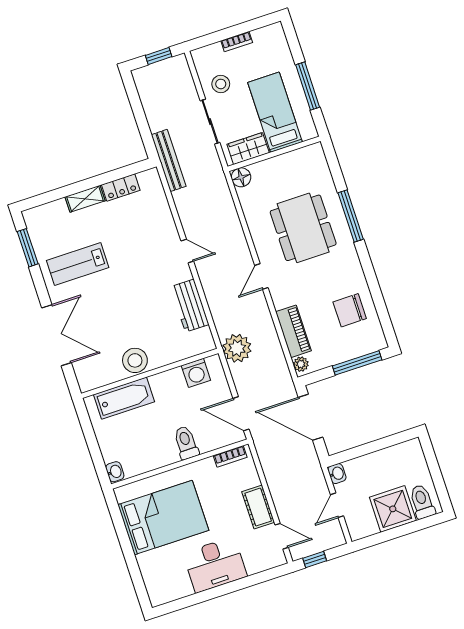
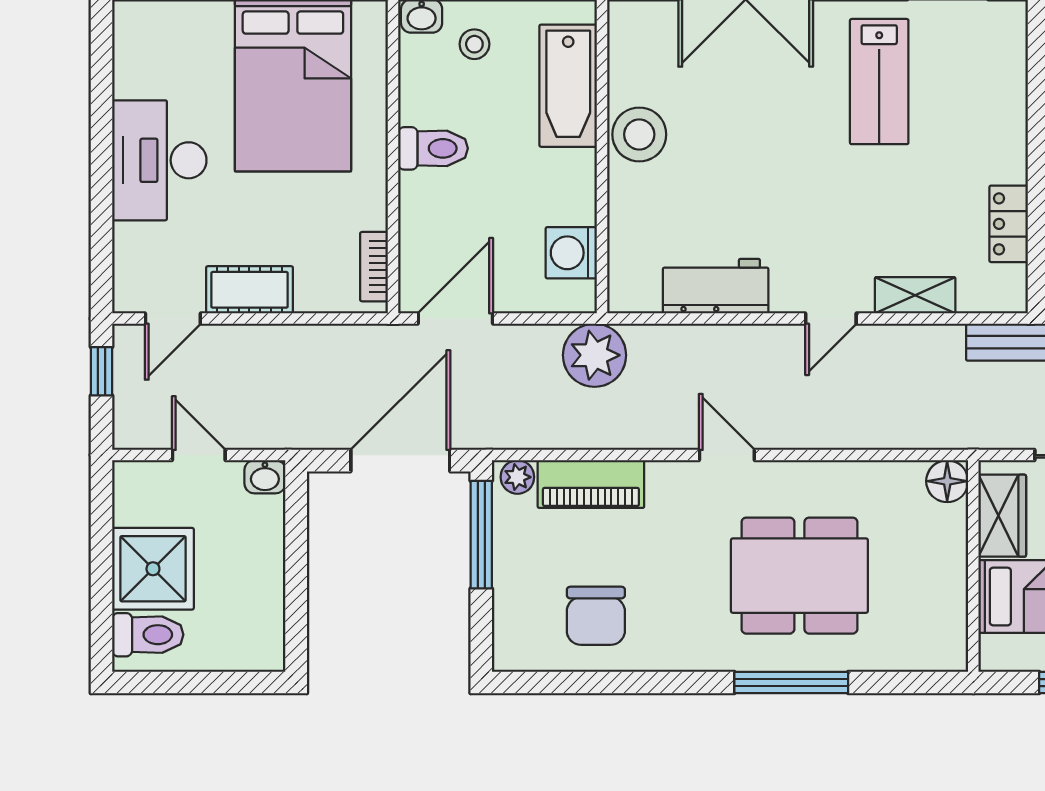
shelving: (85, 199) -> (915, 295), moved, turned 90
lab bench: (78, 264) -> (879, 82), turned 180
chair: (350, 310) -> (596, 616), turned 180
window: (357, 363) -> (481, 535), moved
toilet: (186, 443) -> (433, 148), moved
stool: (119, 445) -> (474, 44), added

